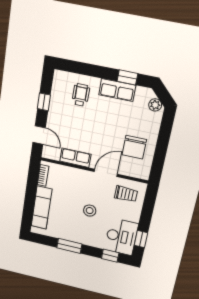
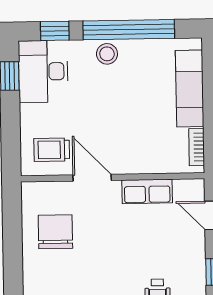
door: (106, 173) -> (92, 178), swing flipped
stool: (90, 211) -> (107, 54), moved
window: (69, 246) -> (129, 30), width x2.11

